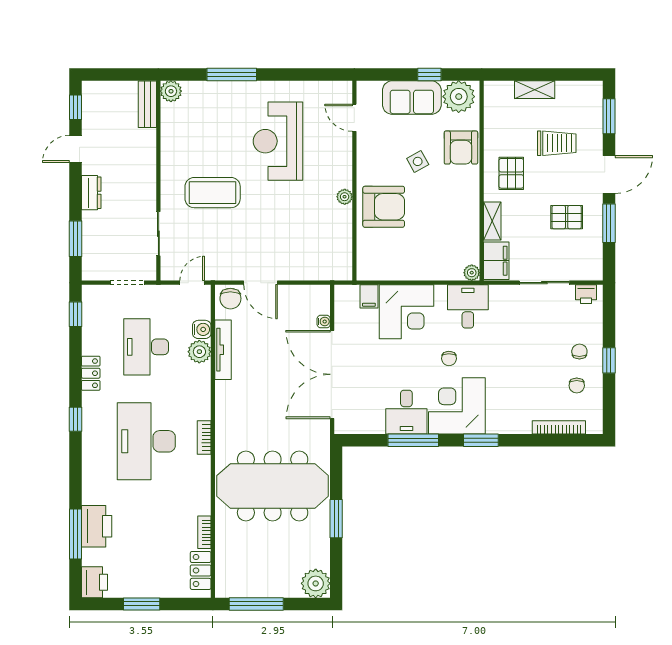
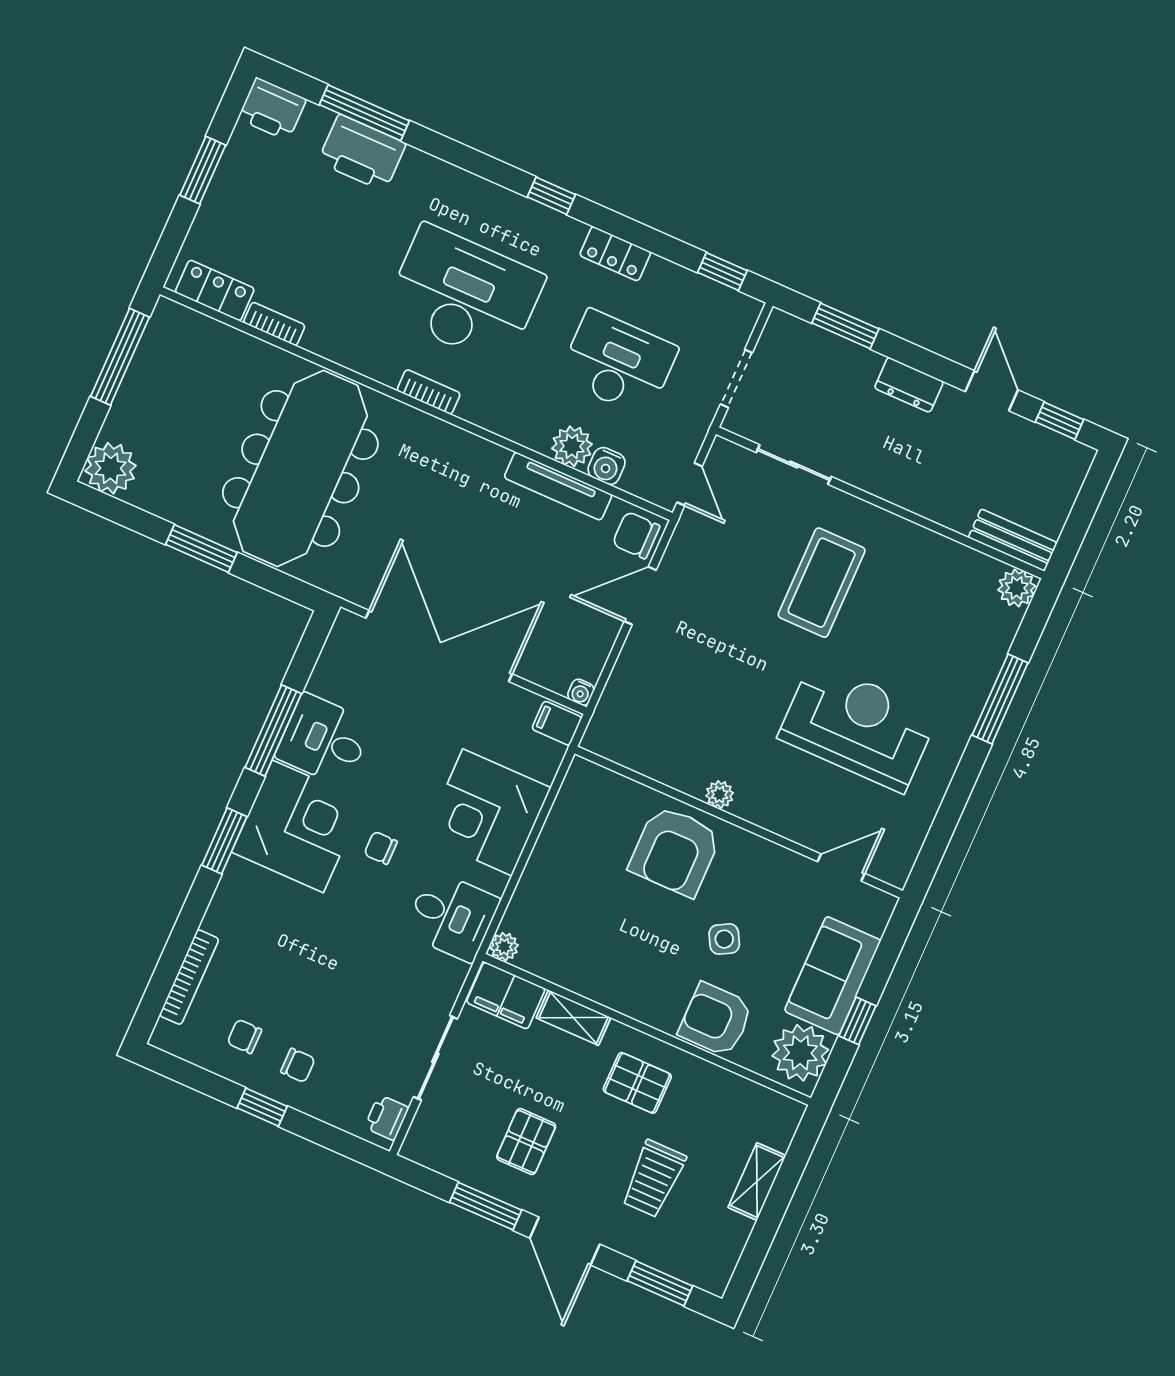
filing cabinet: (369, 296) -> (557, 723), moved
water cooler: (324, 322) -> (581, 692), moved

